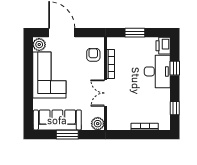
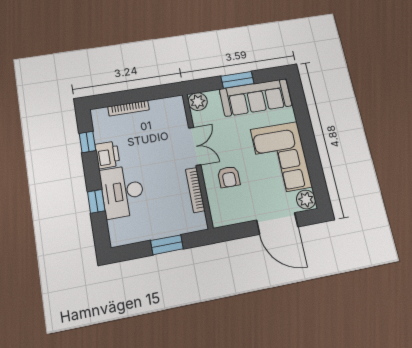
printer: (163, 46) -> (108, 155), moved
armchair: (93, 55) -> (229, 177), moved

